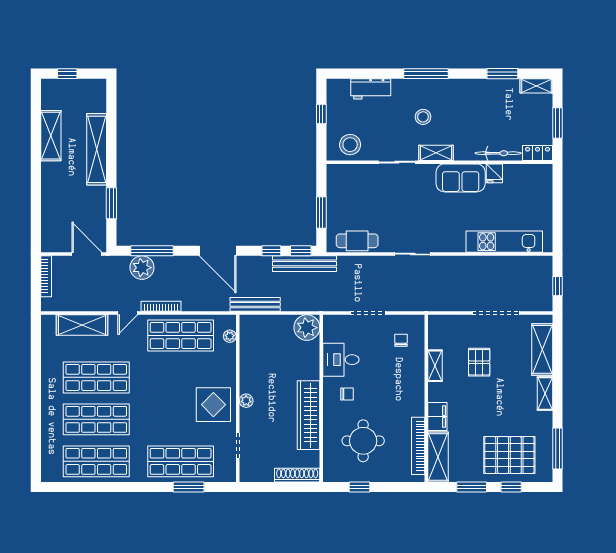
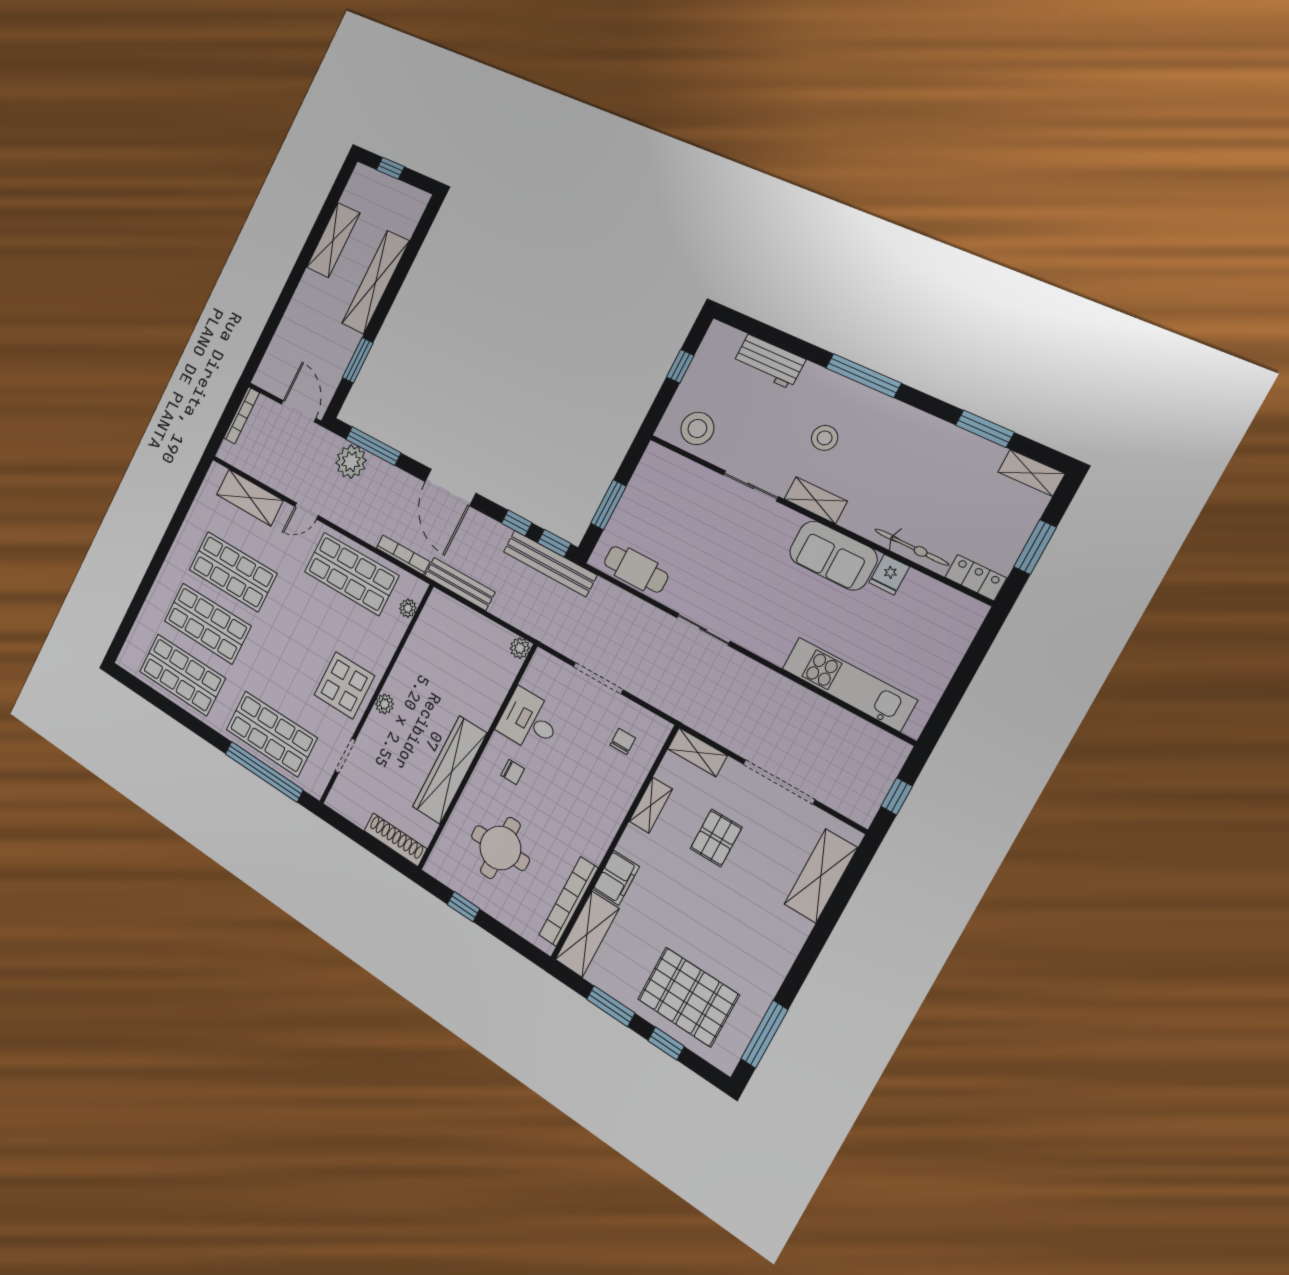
bookcase: (161, 306) -> (403, 555), moved
plant: (307, 328) -> (520, 648), width x0.53, depth x0.53
shelving: (545, 394) -> (697, 752), moved, turned 90
window: (189, 487) -> (264, 772), width x2.11

